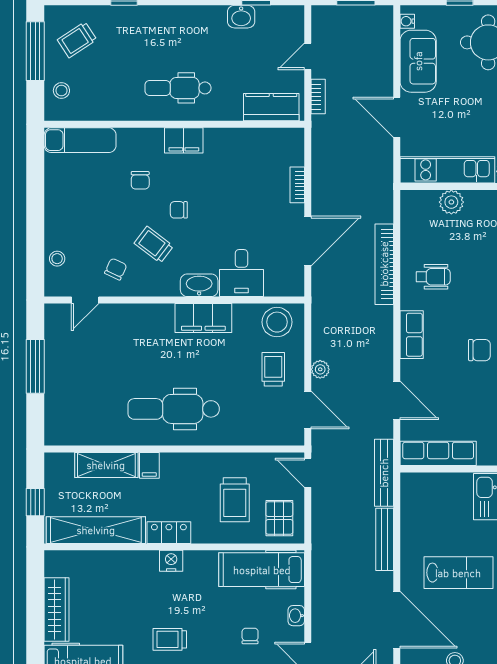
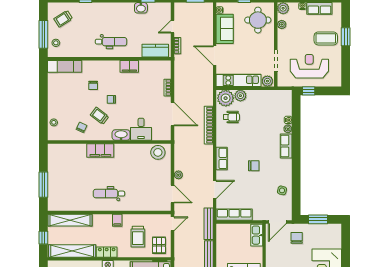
window: (35, 51) -> (43, 34), moved
dental chair: (178, 88) -> (111, 42), turned 180
filing cabinet: (184, 140) -> (129, 66), moved
plant: (420, 207) -> (226, 98), added
door: (308, 241) -> (172, 114), hinge flipped
wheelchair: (433, 277) -> (231, 117), moved
door: (85, 300) -> (67, 142), removed
filing cabinet: (203, 318) -> (100, 151), moved
window: (35, 366) -> (43, 185), moved
trolley: (273, 369) -> (156, 175), removed
door: (397, 400) -> (215, 190), hinge flipped
dental chair: (174, 409) -> (109, 194), width x0.73, depth x0.72
shelving: (106, 465) -> (70, 220), width x1.47
filing cabinet: (149, 465) -> (117, 220), moved
door: (308, 473) -> (172, 224), swing flipped

